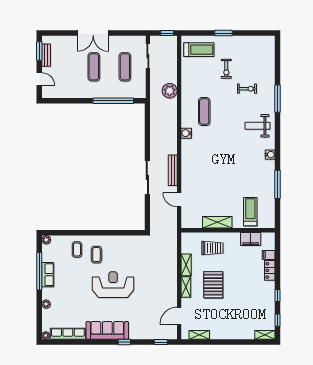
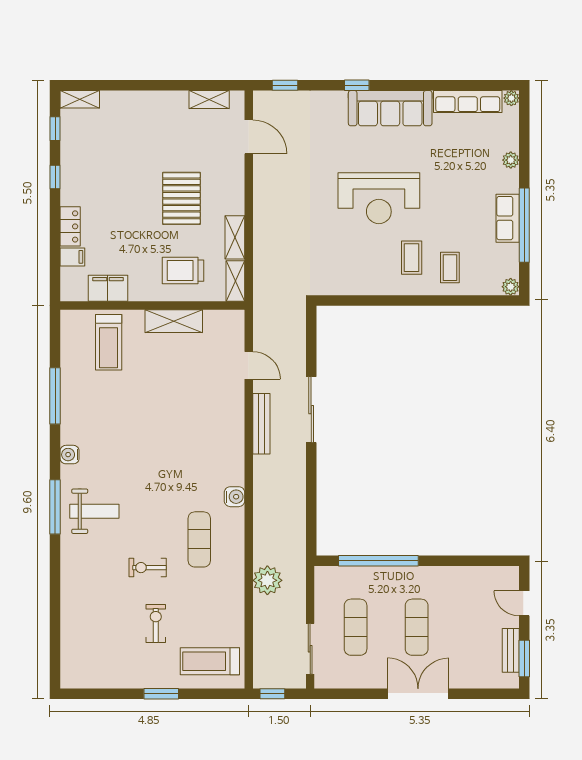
exercise bike: (247, 89) -> (148, 568), moved
window: (277, 99) -> (55, 507), moved
shelving: (186, 287) -> (235, 281), moved
door: (179, 316) -> (249, 137), hinge flipped

